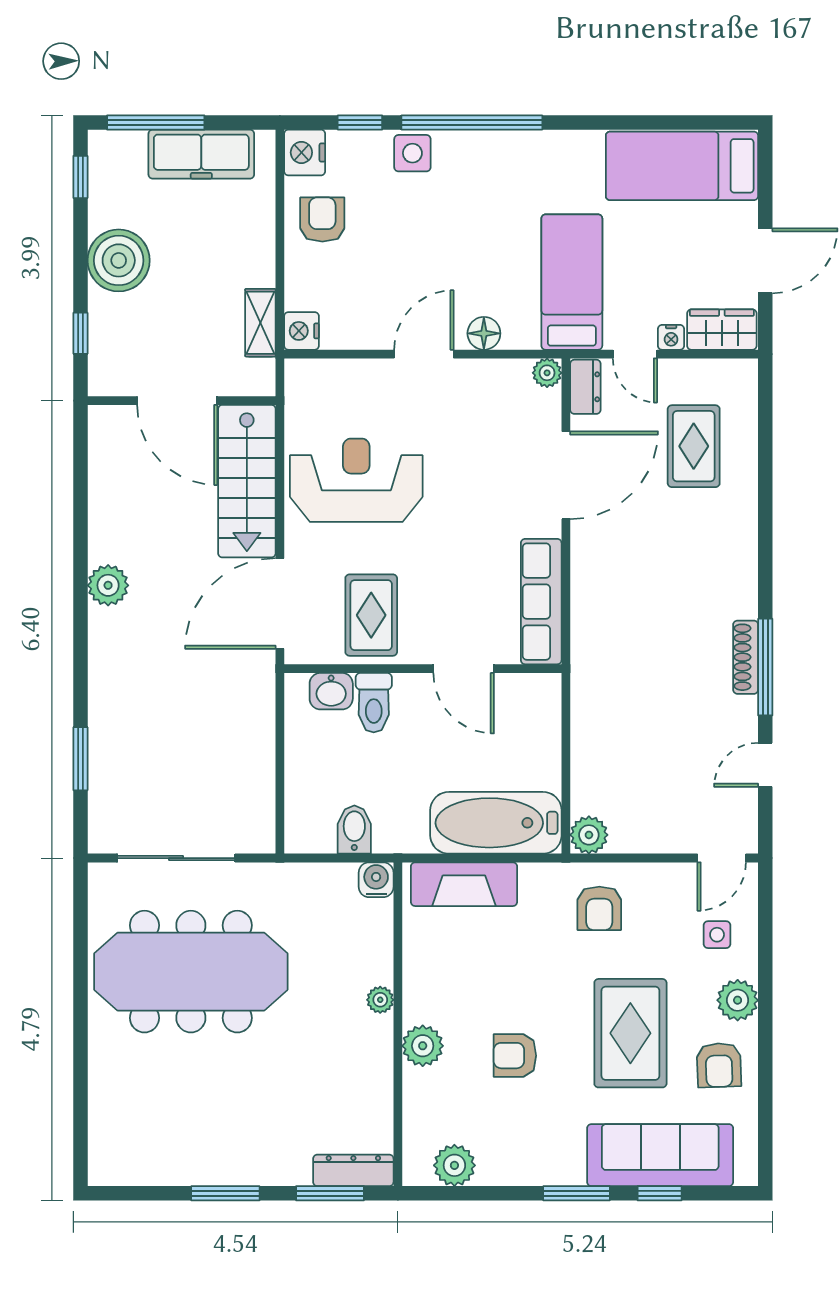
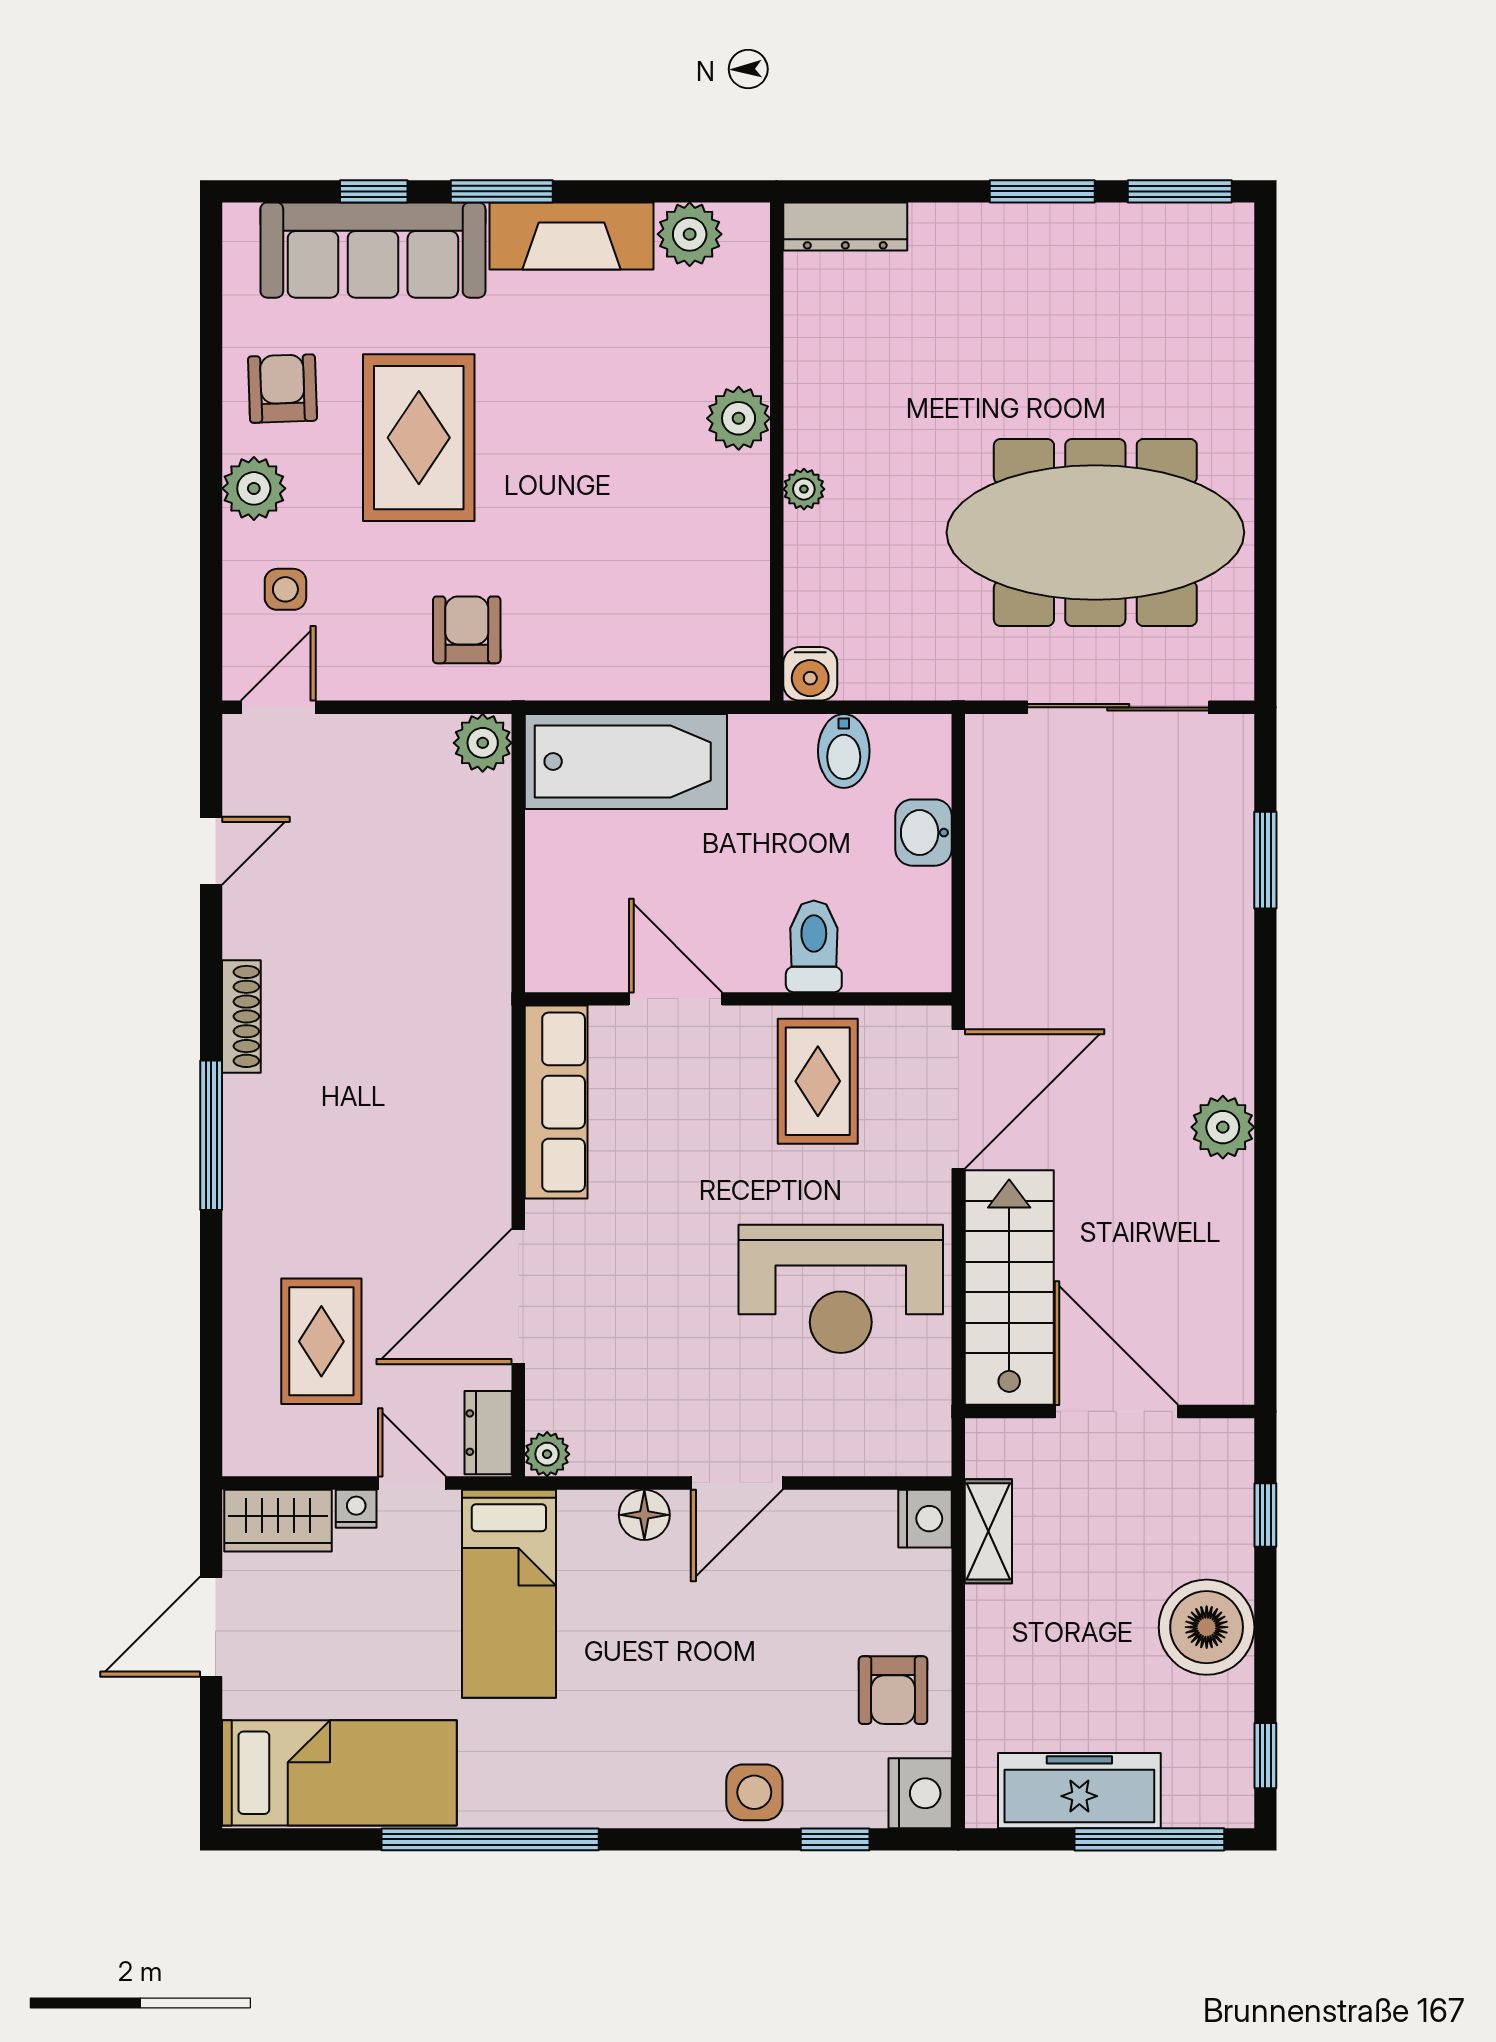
window: (472, 122) -> (490, 1839), moved
window: (765, 667) -> (211, 1135), moved
washbasin: (331, 691) -> (924, 833), moved, turned -90
fireplace: (464, 884) -> (571, 236), moved, turned 180
armchair: (515, 1056) -> (597, 403), removed
window: (330, 1193) -> (1180, 191), moved

